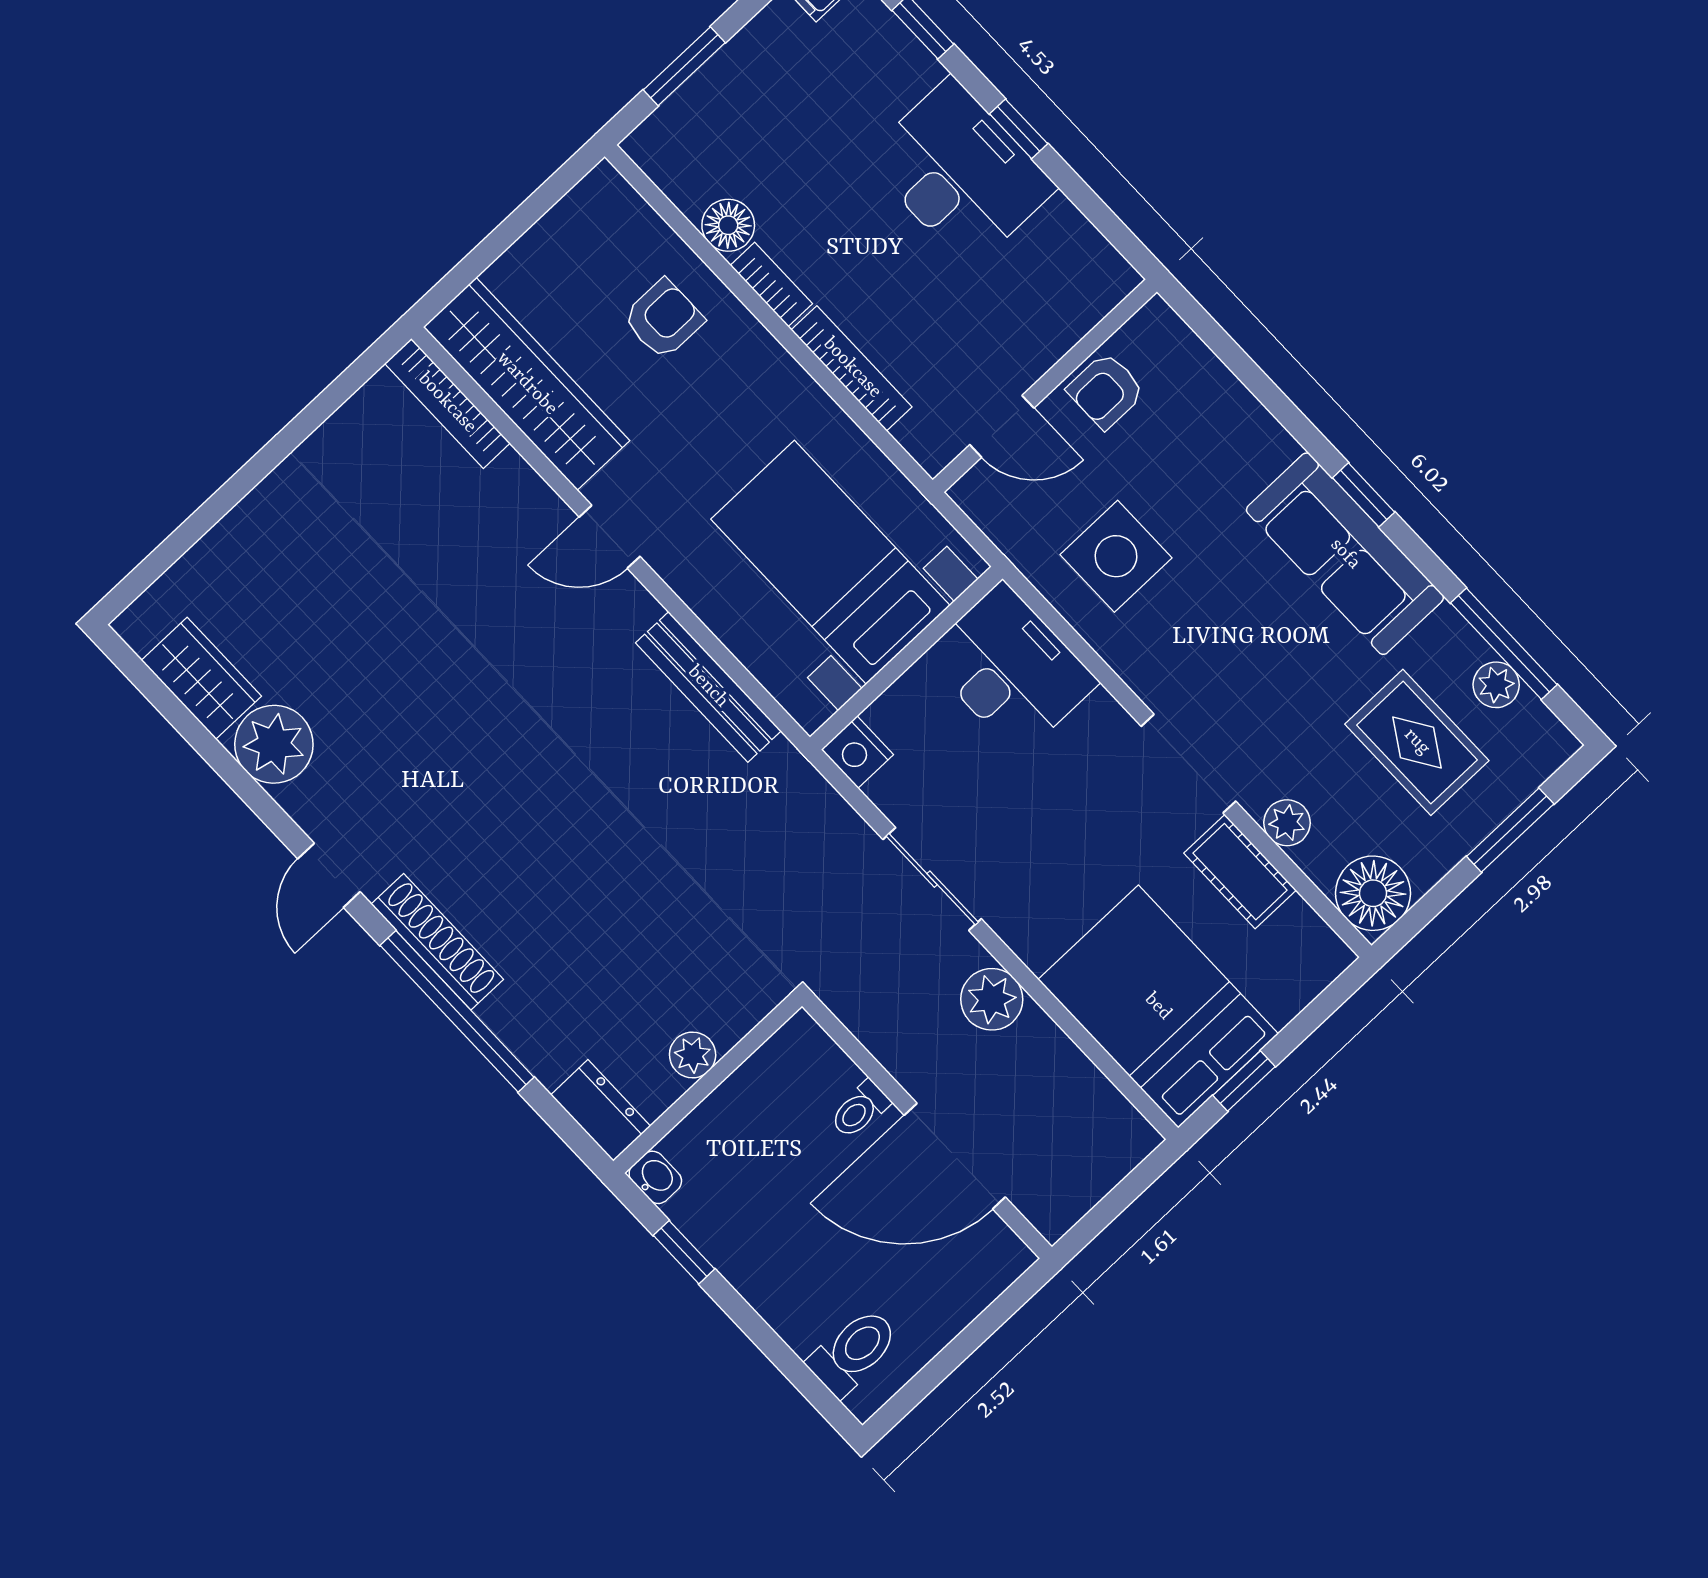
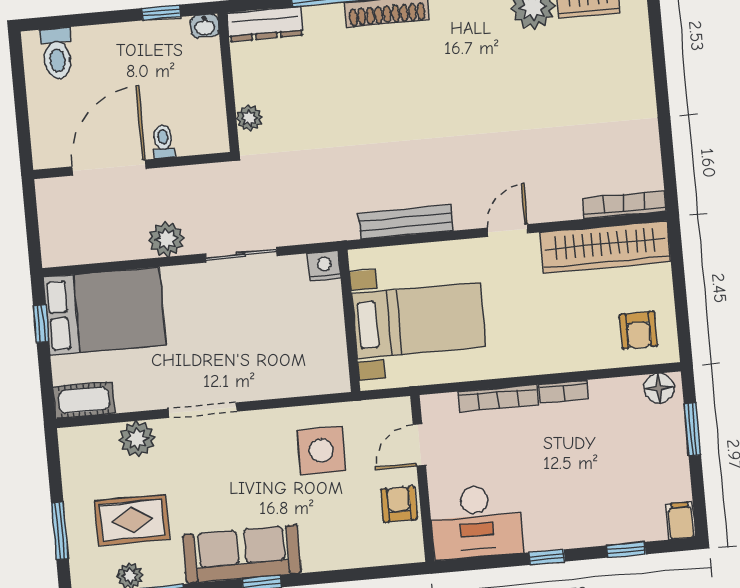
desk: (960, 173) -> (476, 522), moved
floor lamp: (728, 225) -> (659, 388), moved
armchair: (663, 319) -> (639, 330), moved
desk: (1011, 669) -> (308, 364), removed
plant: (1287, 823) -> (137, 439), width x1.38, depth x1.38
cot: (1240, 872) -> (84, 400), moved
floor lamp: (1373, 893) -> (80, 447), removed
plant: (693, 1055) -> (249, 118), moved
dresser: (601, 1110) -> (265, 24), width x1.44

